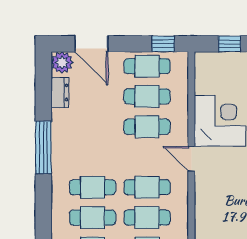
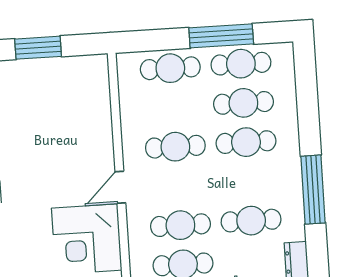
door: (191, 159) -> (120, 187), swing flipped
cafe table: (147, 218) -> (251, 221), moved

